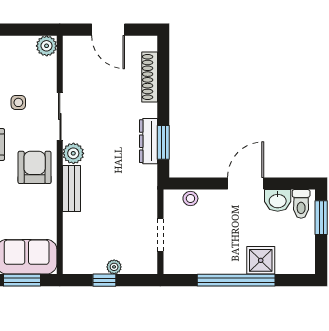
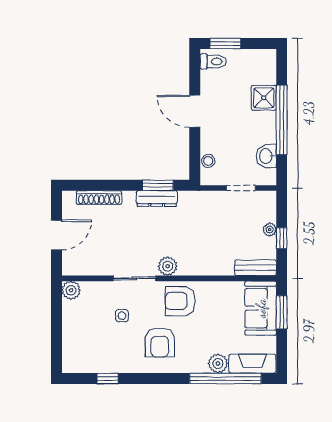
bench: (72, 189) -> (256, 268), moved
washbasin: (278, 200) -> (266, 156), moved, turned 180

